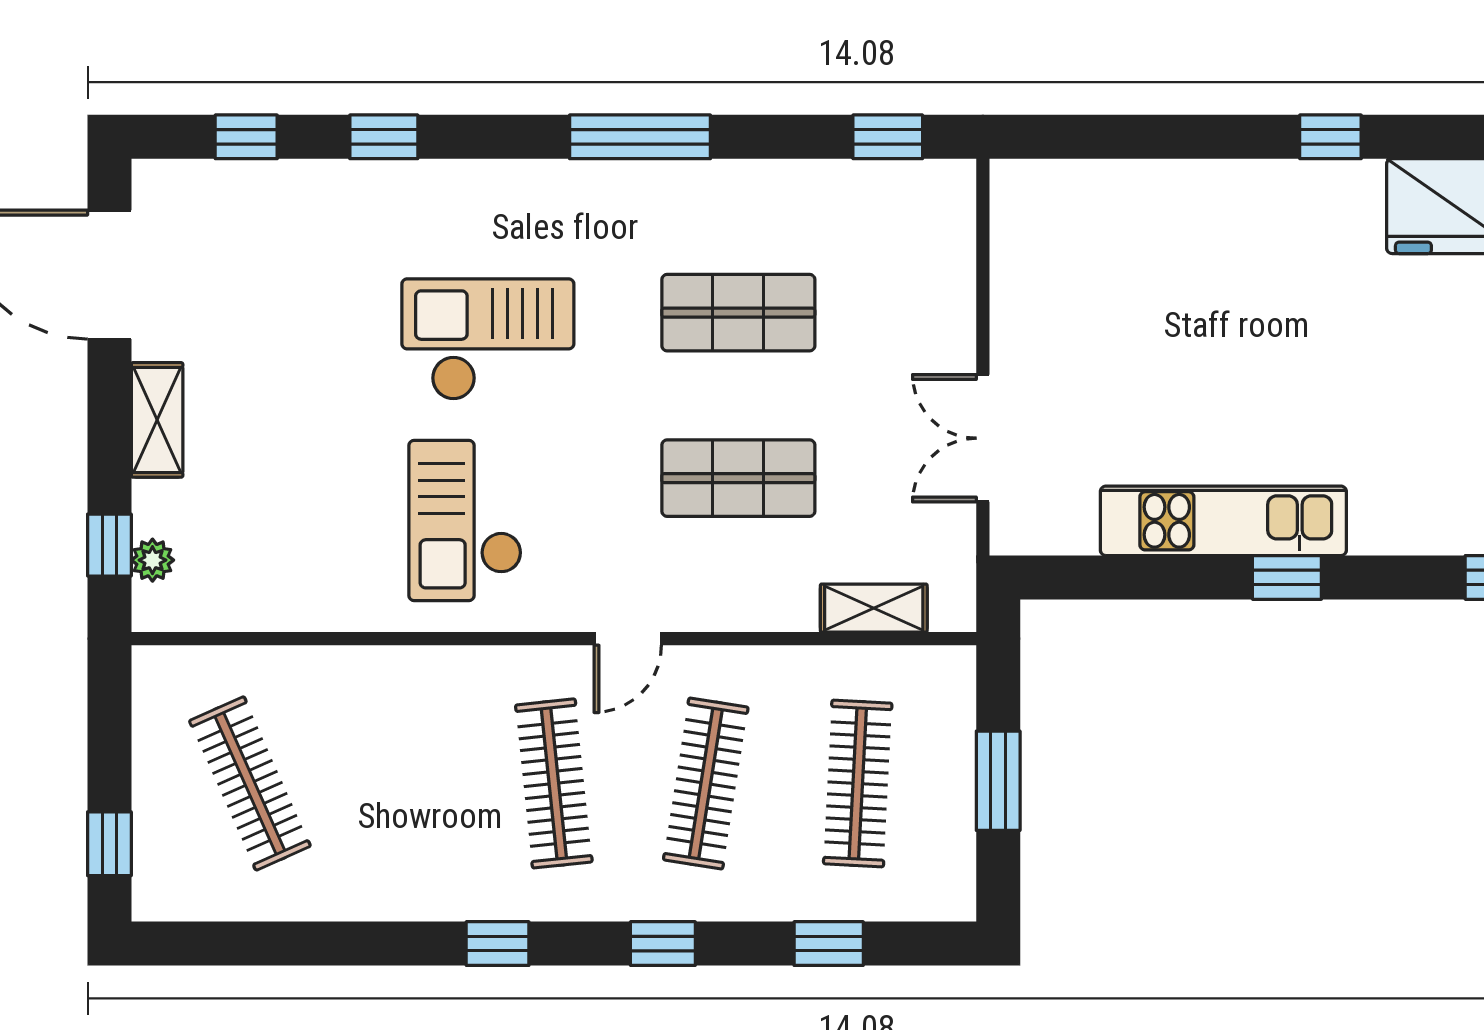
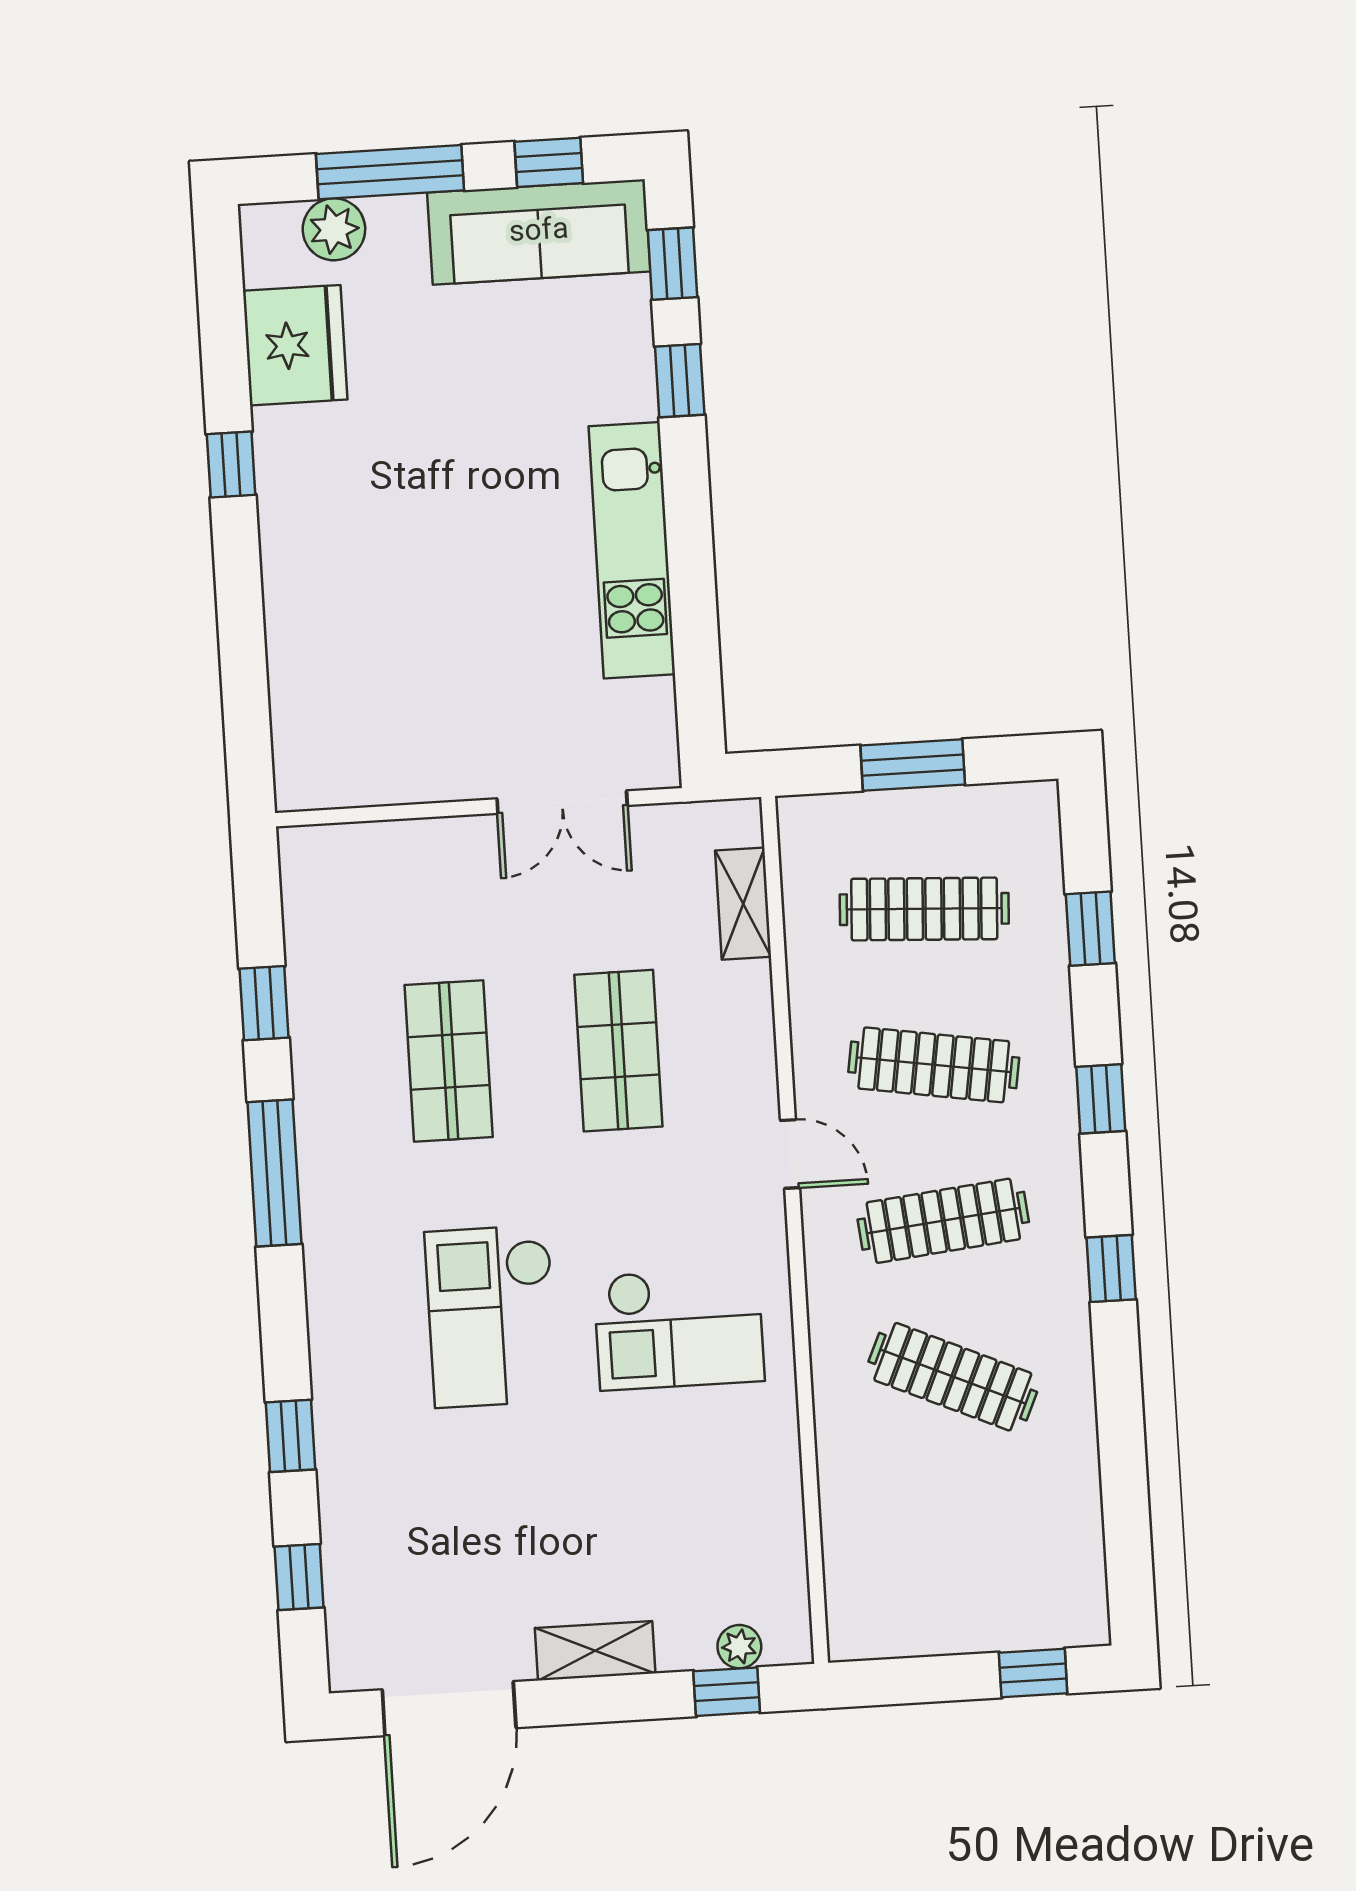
window: (888, 137) -> (264, 1003), moved
window: (1287, 577) -> (680, 381), moved
clothes rail: (250, 783) -> (953, 1377), moved, turned 48

